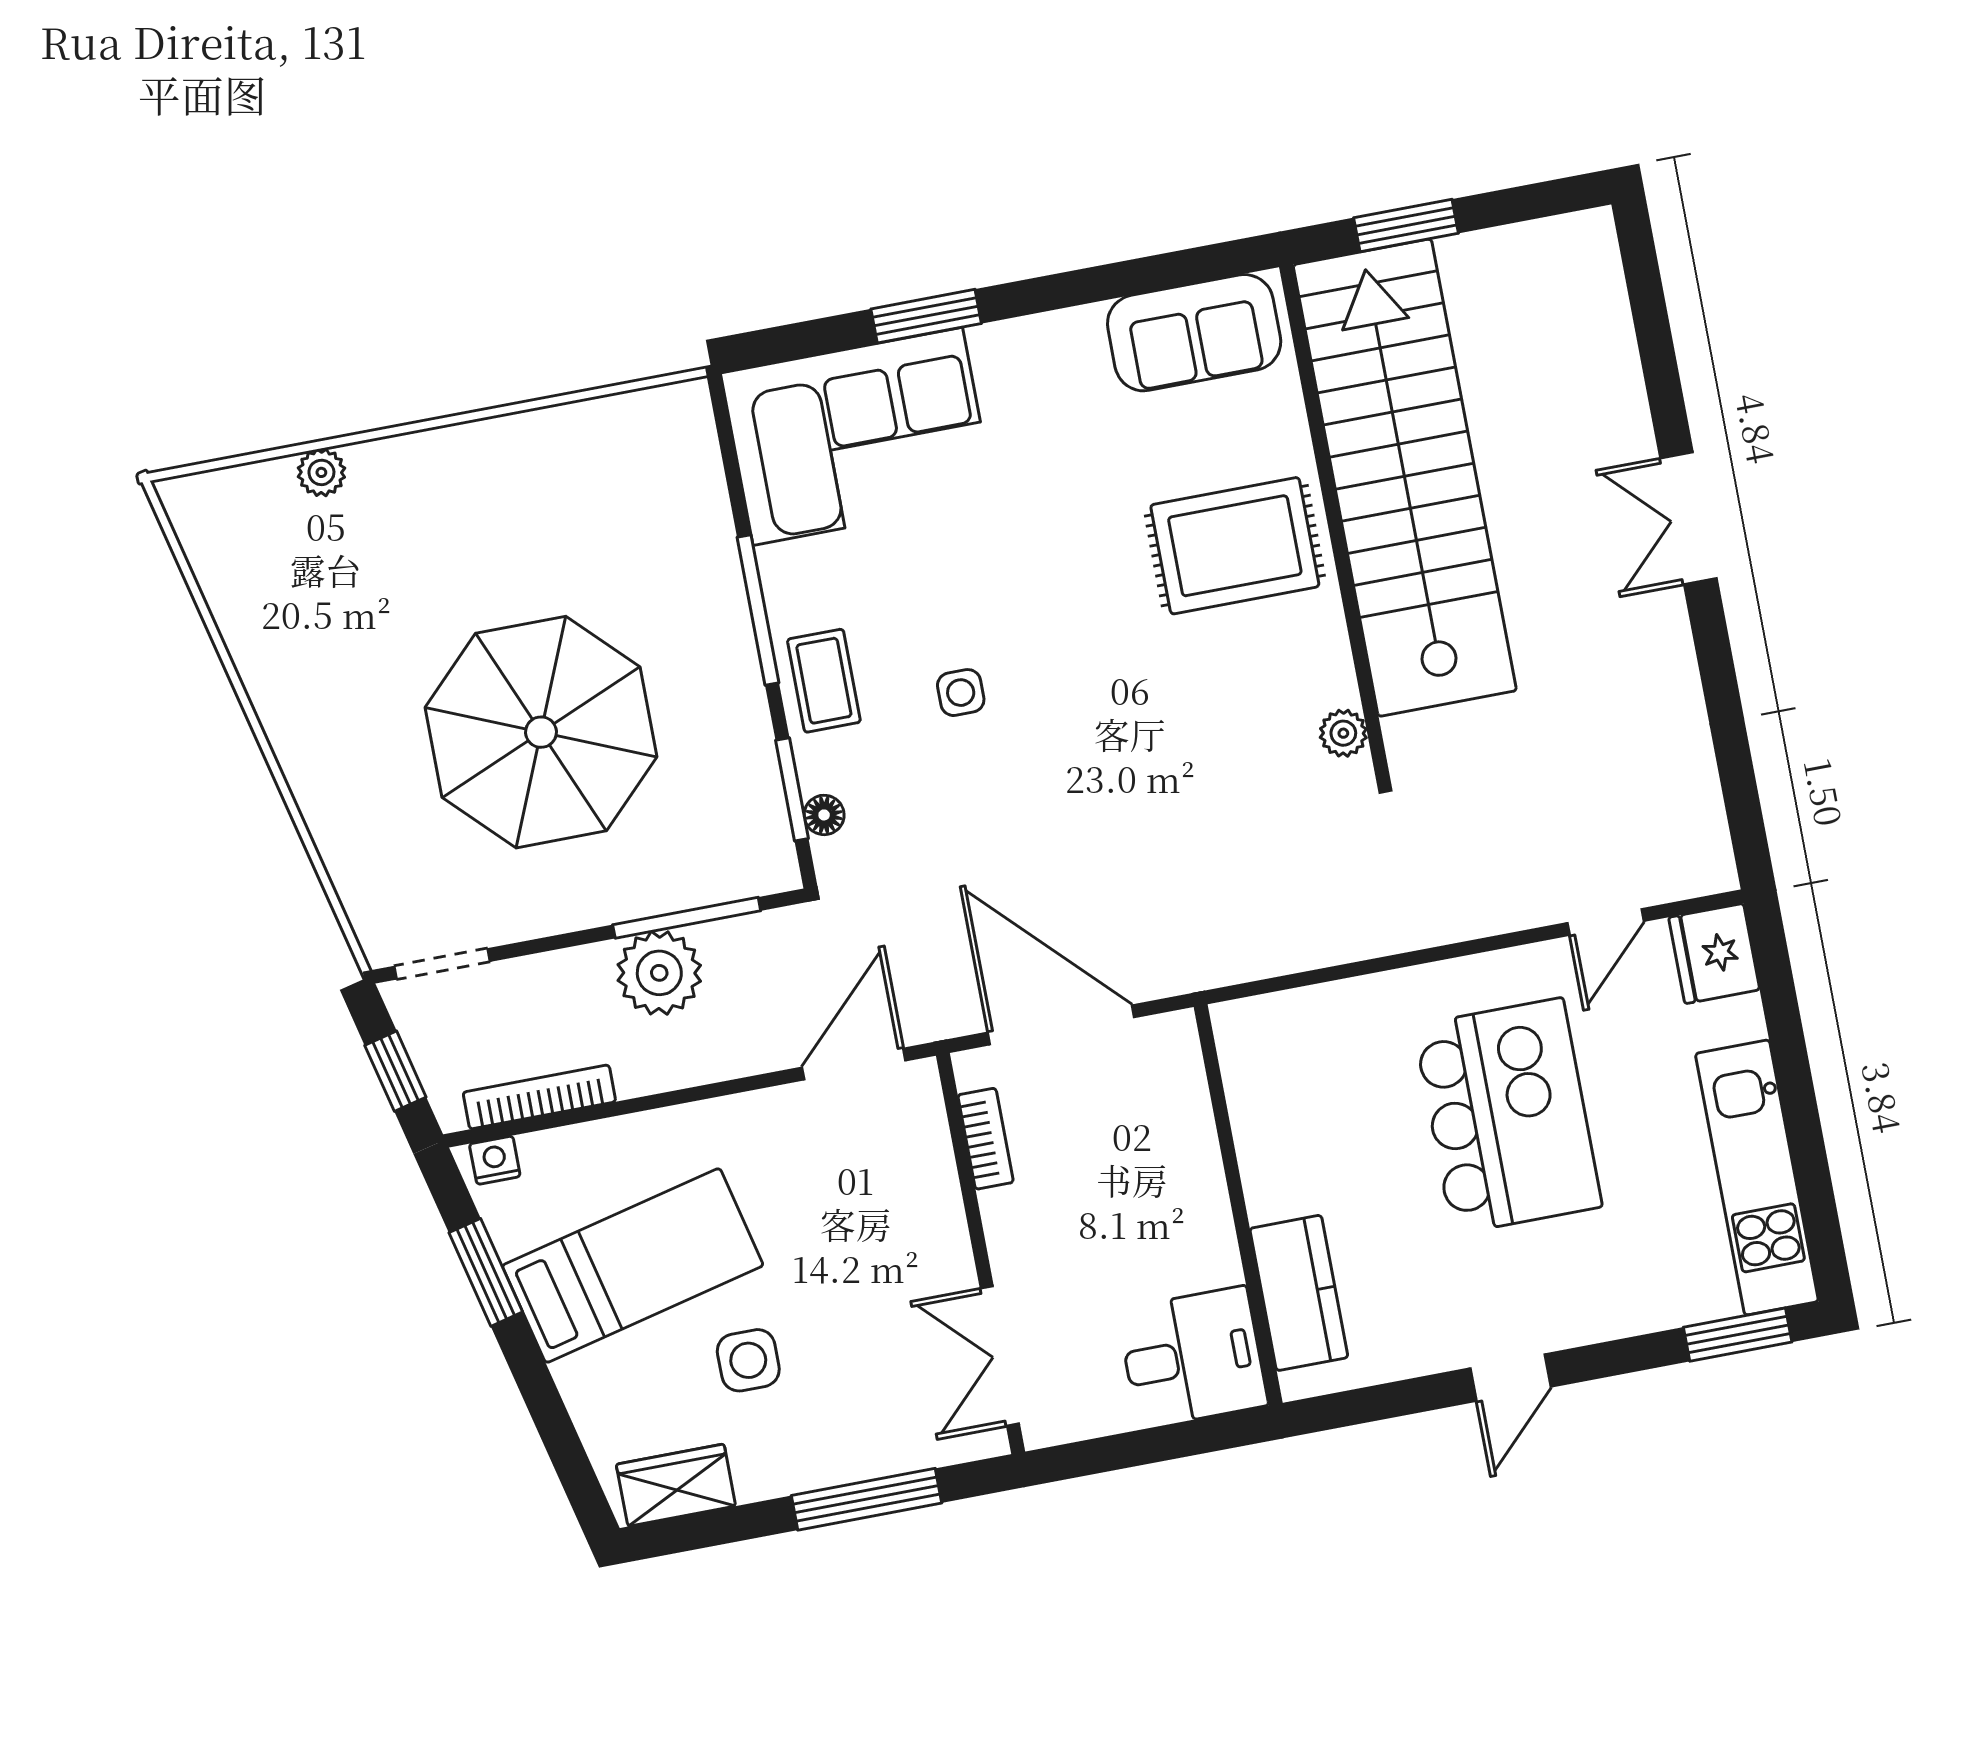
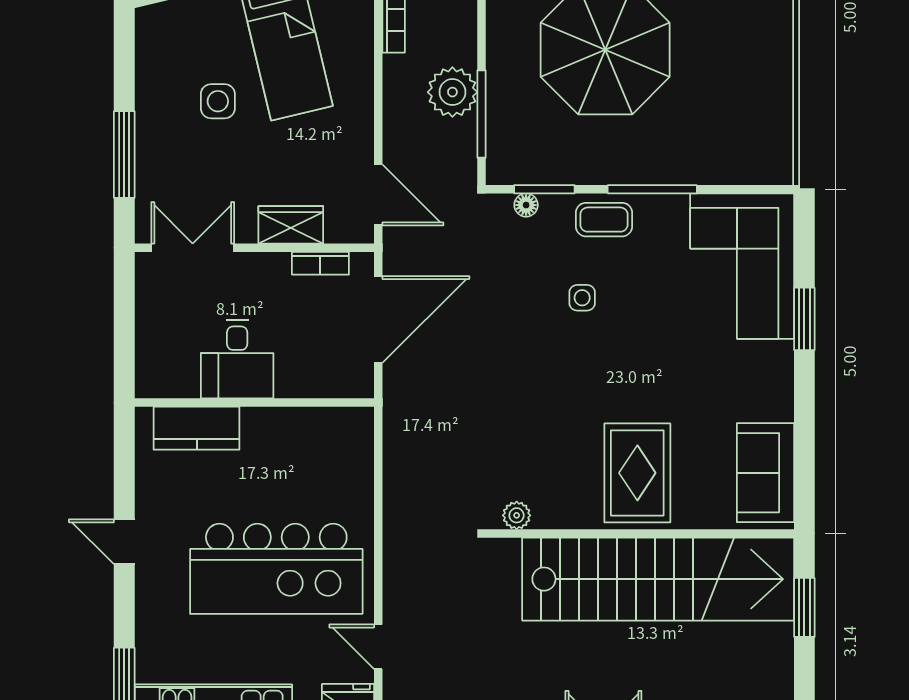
kitchen island: (1508, 1116) -> (276, 569), width x1.37
desk: (1192, 1357) -> (237, 359), moved
wardrobe: (676, 1485) -> (291, 225), moved, turned -90

